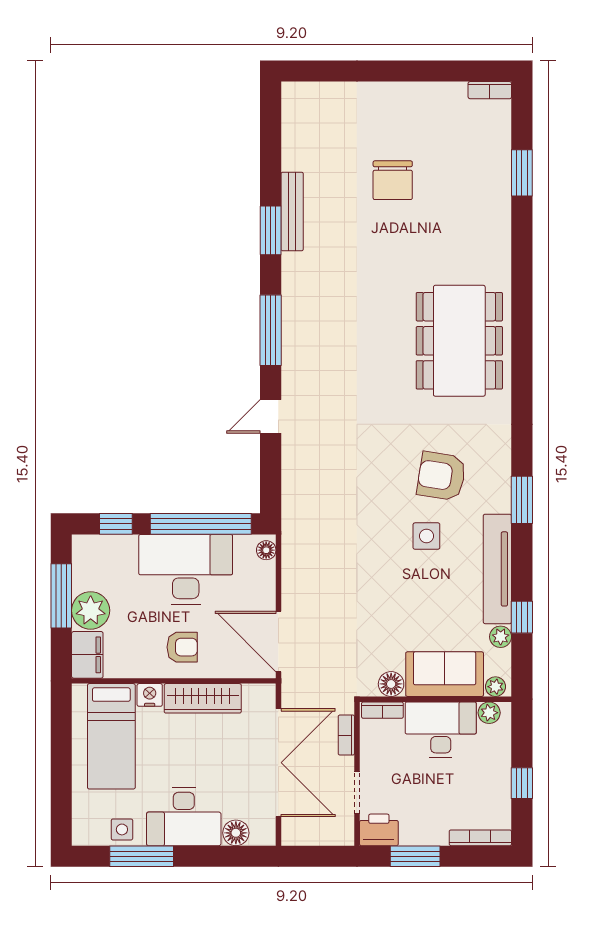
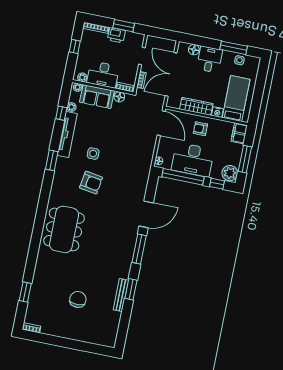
door: (271, 416) -> (146, 214), width x1.87
armchair: (441, 476) -> (91, 183), moved
plant: (91, 610) -> (230, 173), moved
desk: (184, 817) -> (209, 60), width x0.73
printer: (379, 830) -> (116, 35), moved

